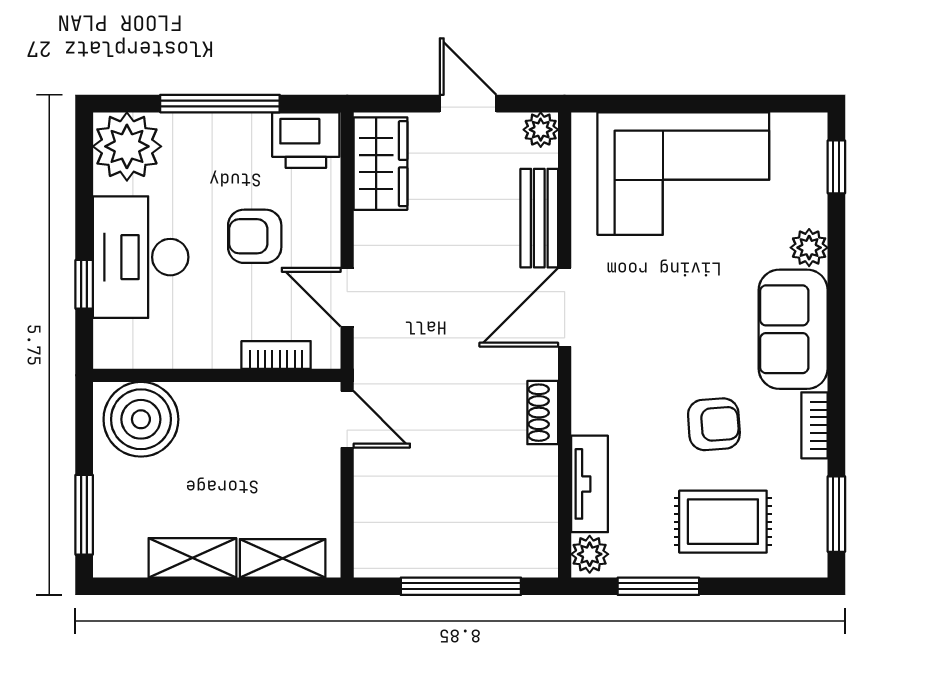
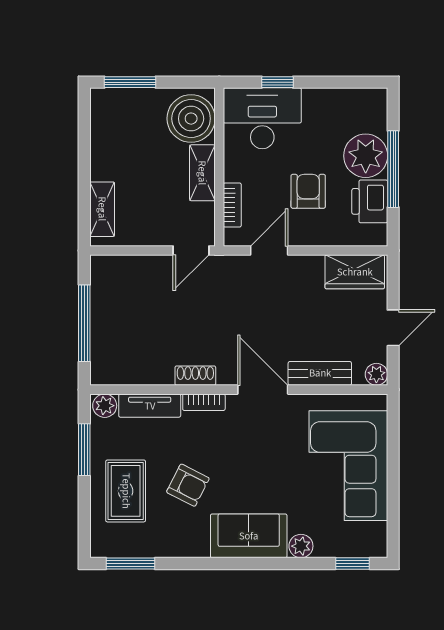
printer: (306, 140) -> (370, 201), moved
plant: (127, 146) -> (366, 156), moved
desk: (141, 257) -> (262, 118), moved
armchair: (714, 424) -> (188, 485), turned -59
bookcase: (814, 425) -> (204, 402), moved, turned 180
shelving: (192, 558) -> (202, 173), moved

